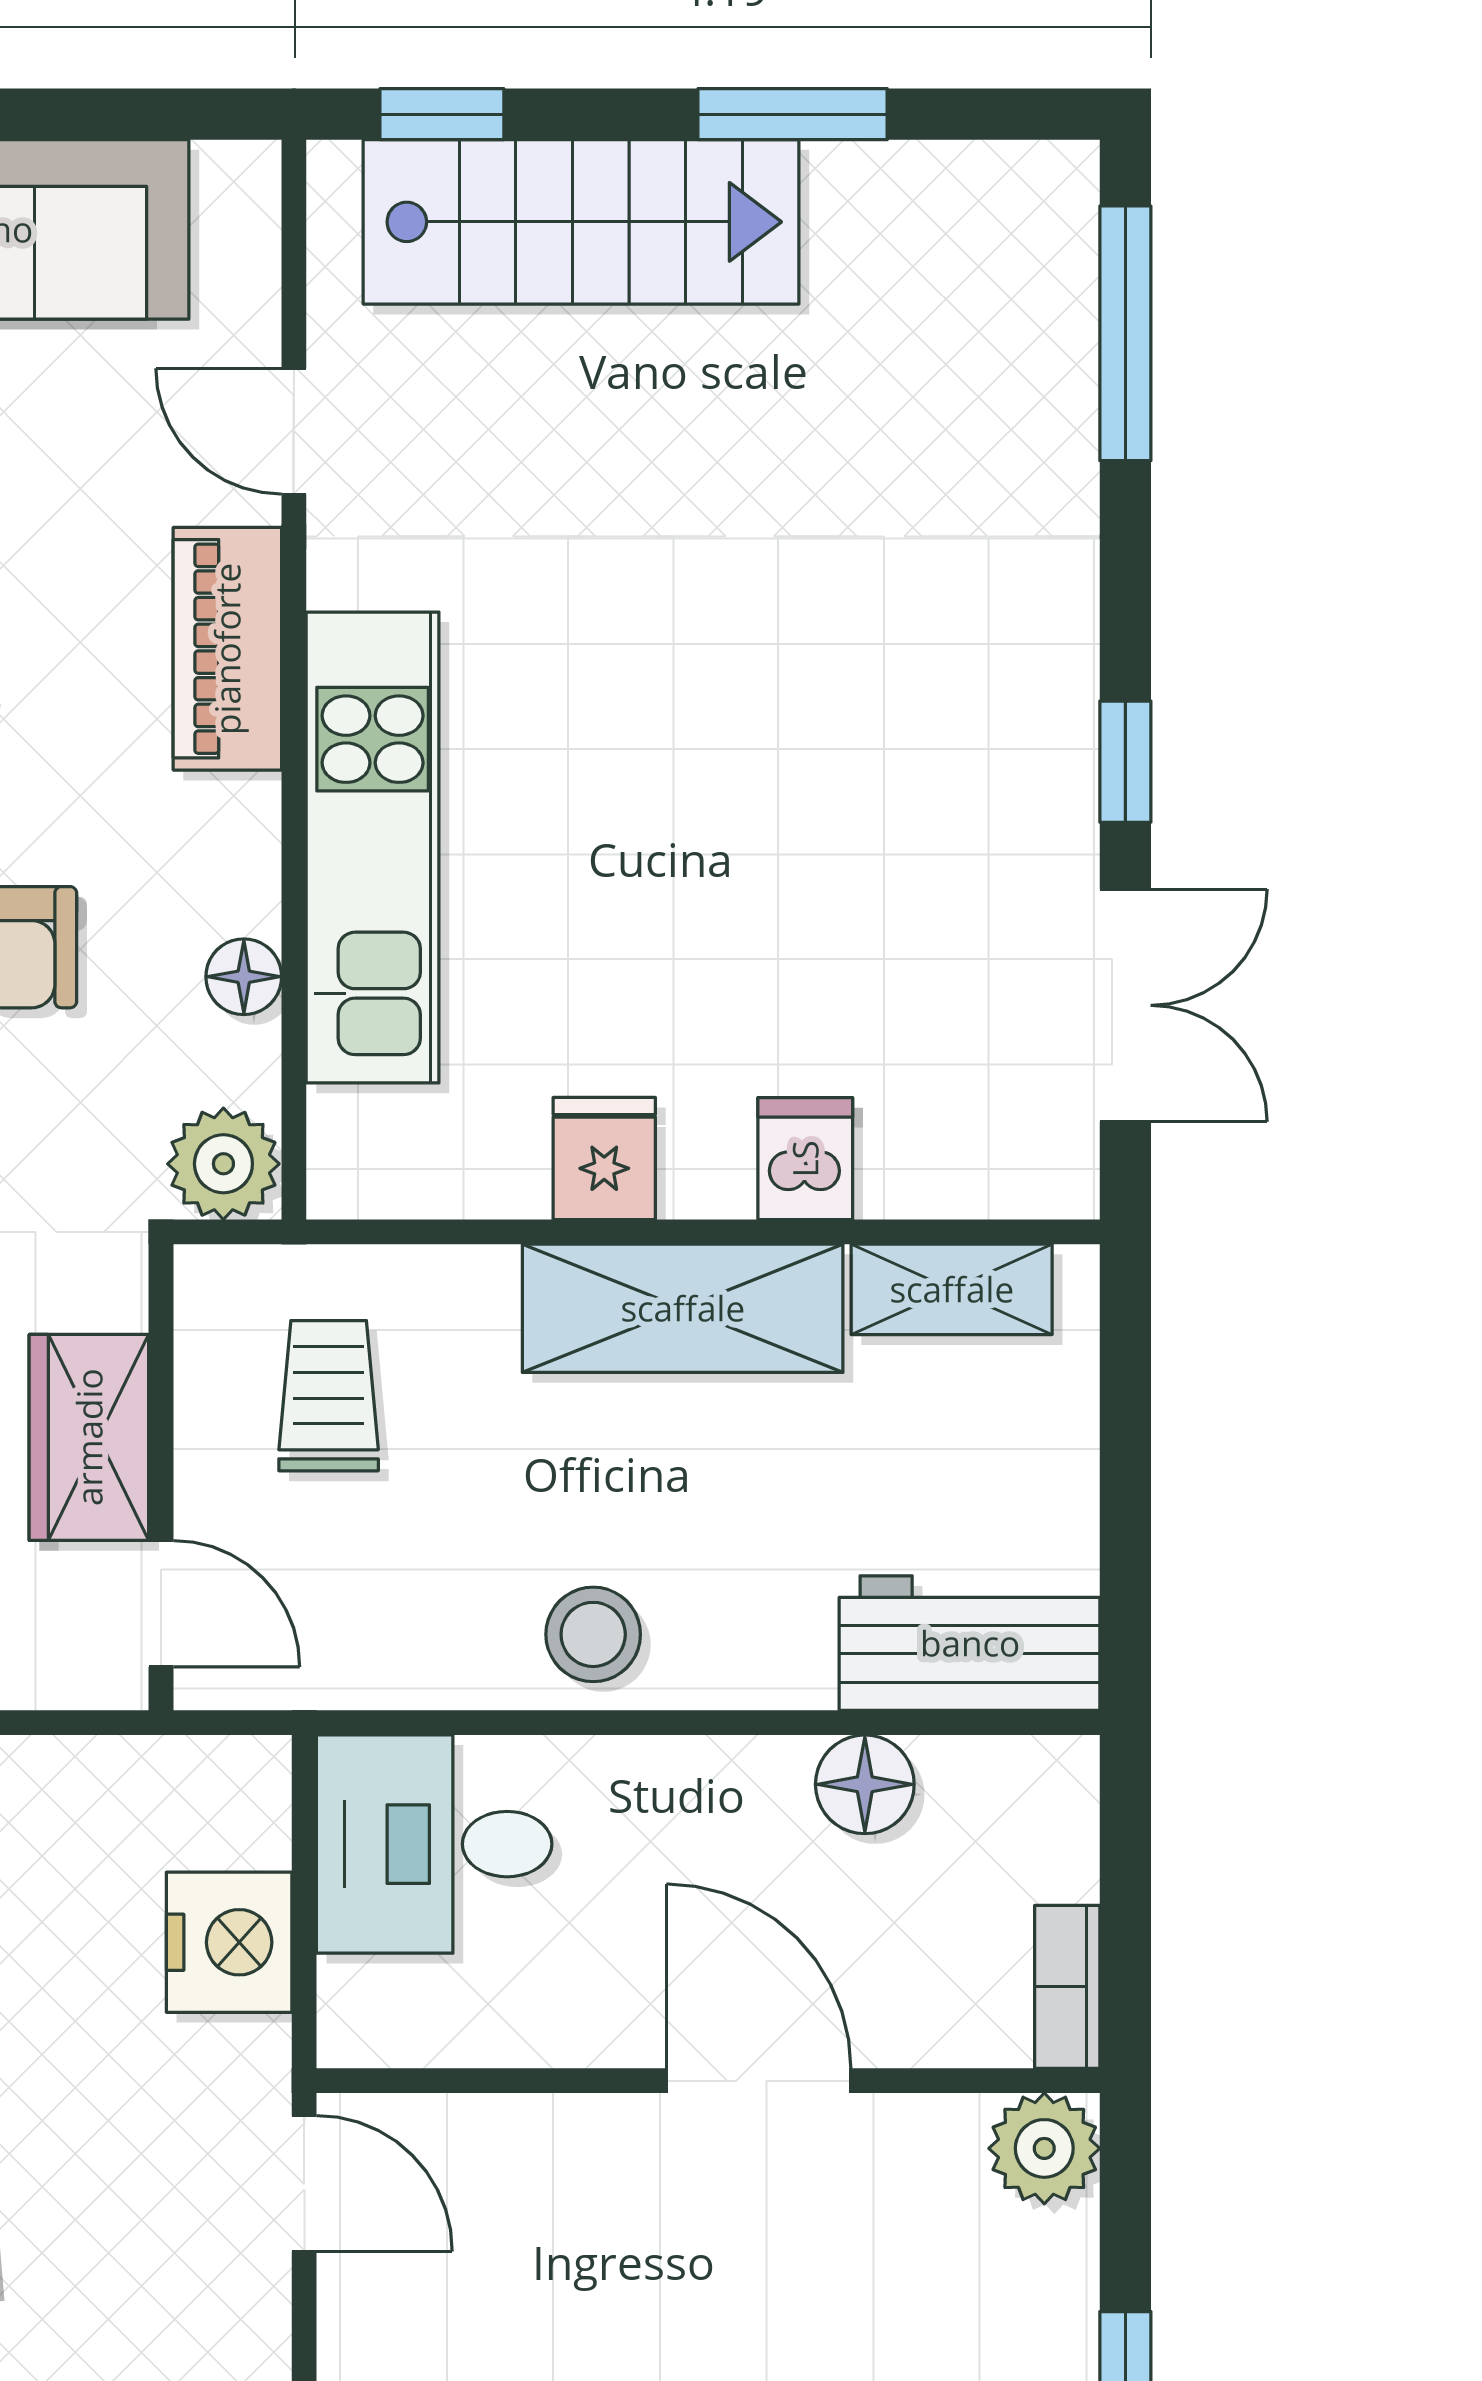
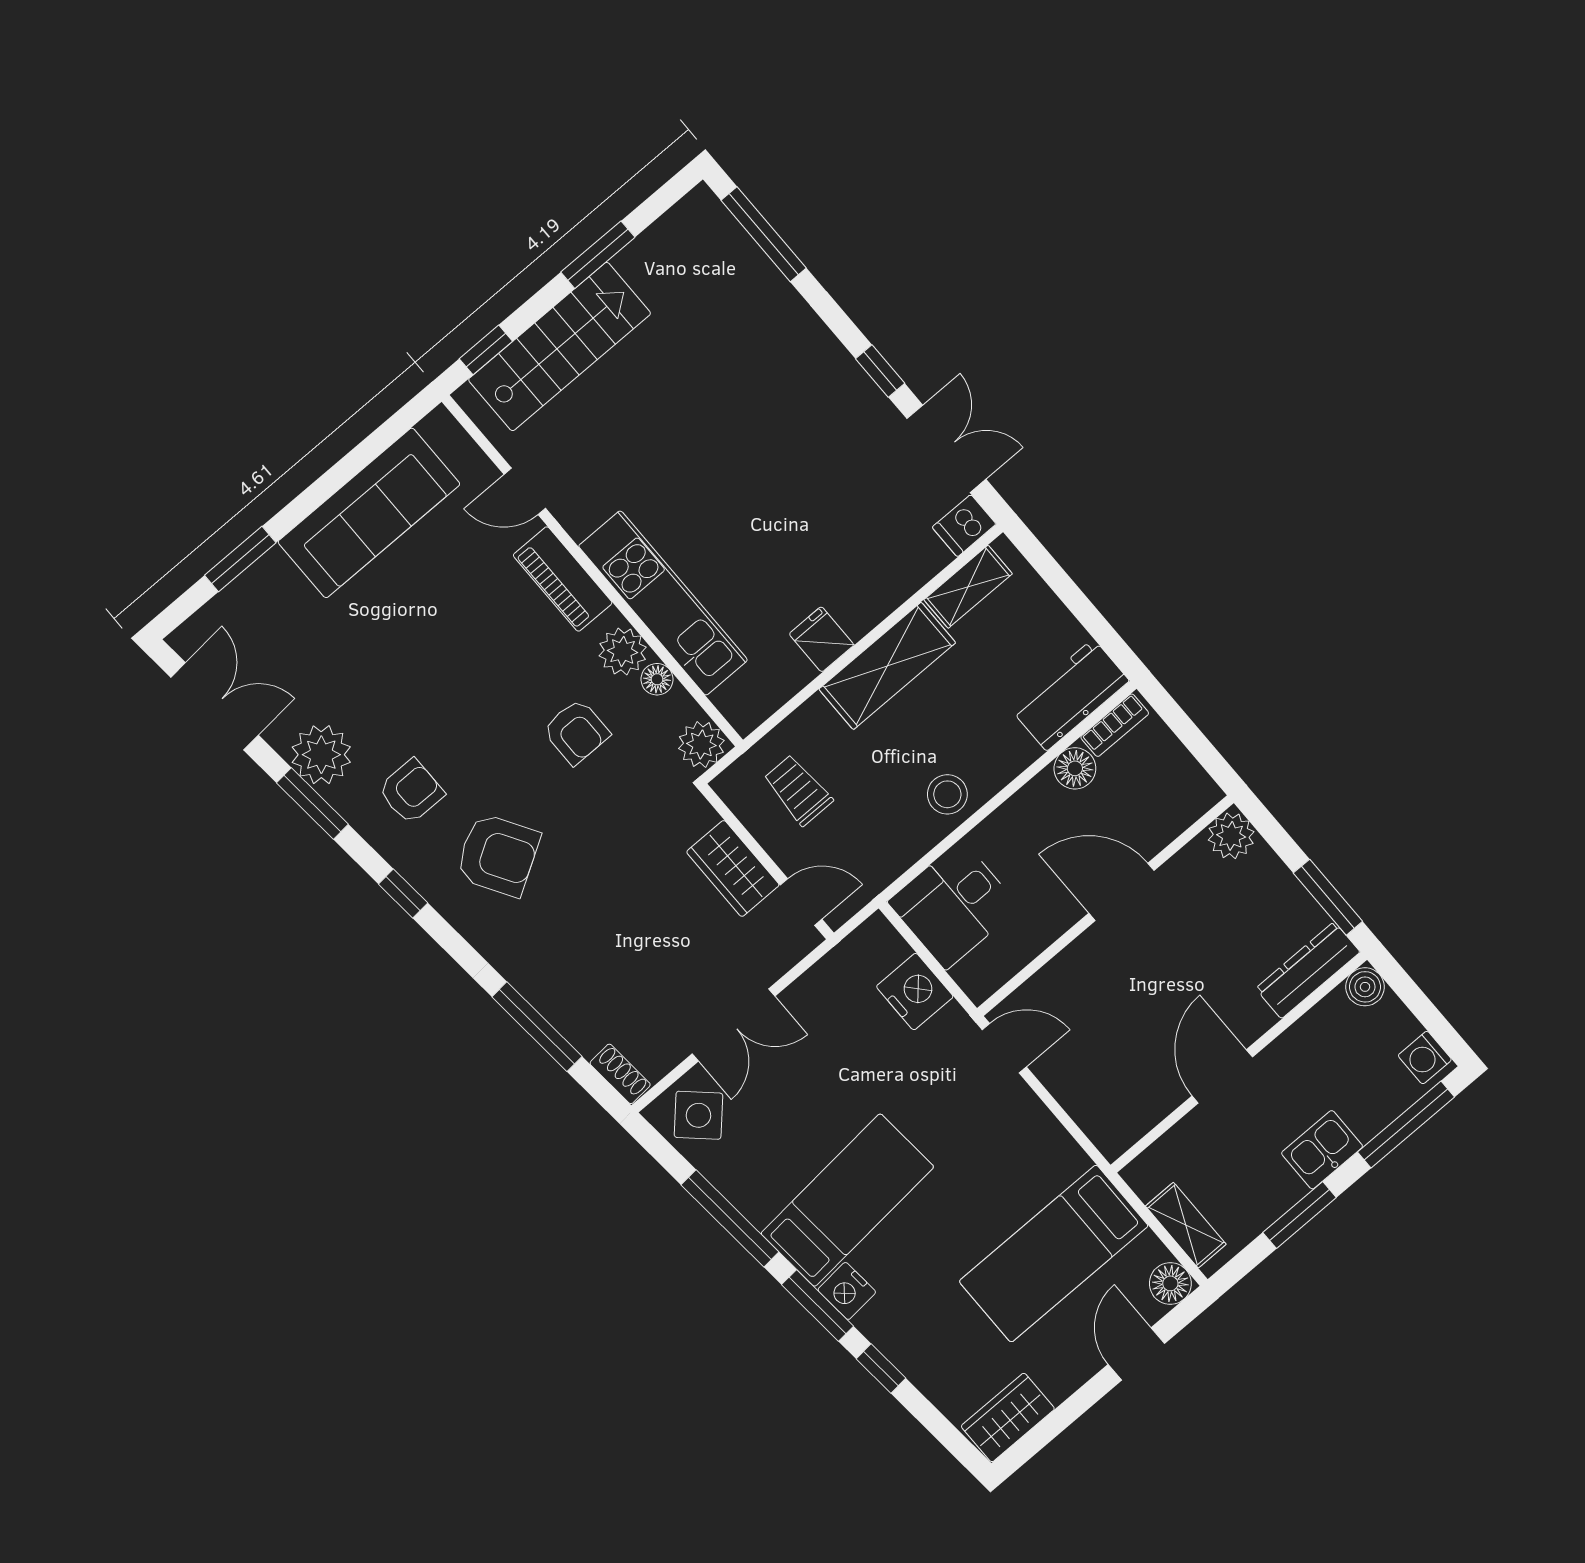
plant: (224, 873) -> (623, 652), added
dishwasher: (805, 1159) -> (964, 526), moved, turned -90
bookcase: (1067, 1987) -> (1115, 725), moved, turned -90

